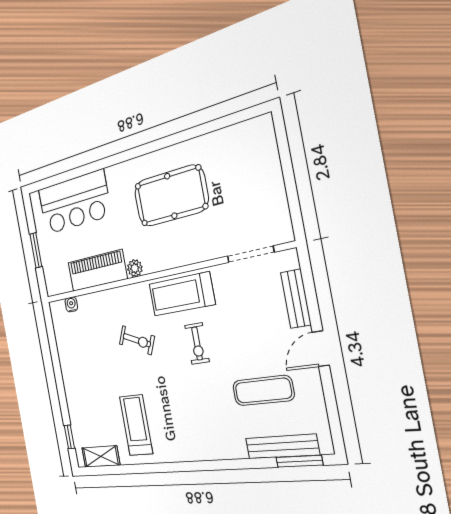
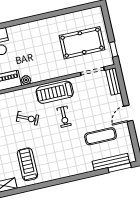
pool table: (171, 196) -> (82, 43), moved
window: (294, 207) -> (114, 49), added
bench: (296, 299) -> (113, 81), moved

